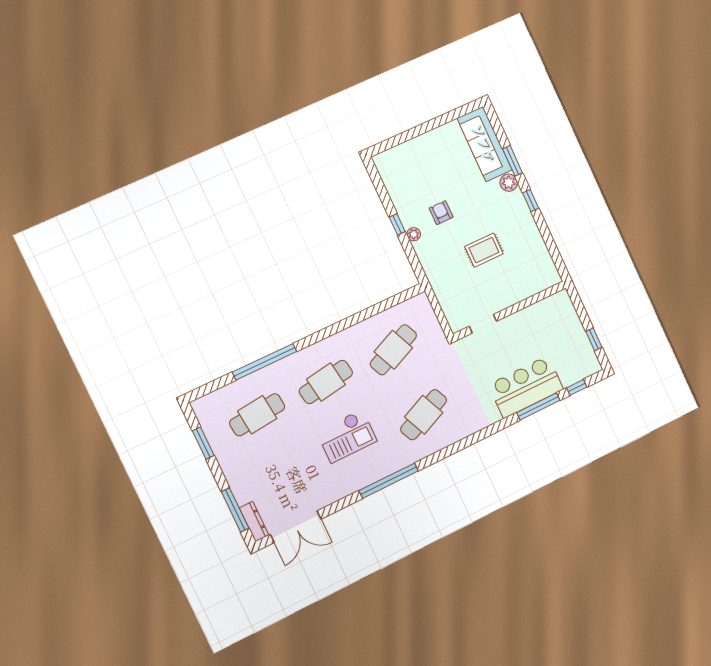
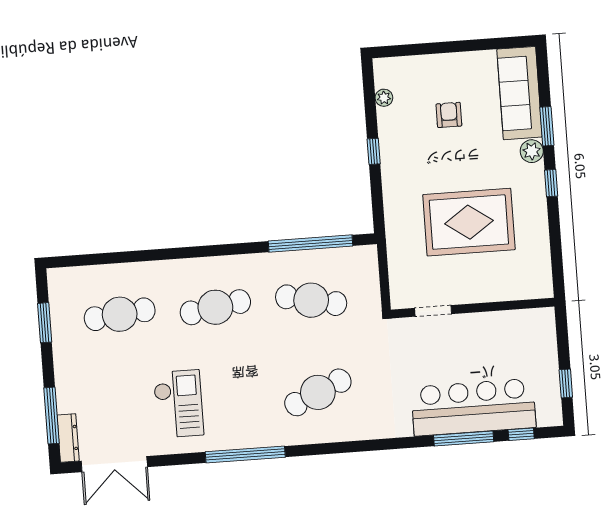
armchair: (441, 213) -> (449, 115), moved
plant: (414, 234) -> (384, 98), moved
rug: (484, 250) -> (469, 222), width x1.86, depth x2.06
cafe table: (393, 350) -> (311, 300), turned 36
window: (264, 362) -> (310, 243), moved
bar counter: (526, 387) -> (473, 407), width x1.36
checkout: (347, 436) -> (178, 404), moved, turned -90

